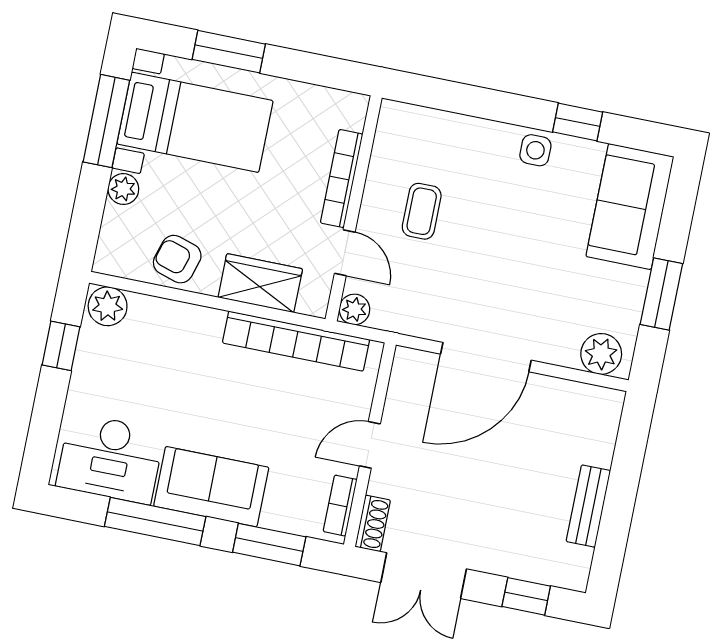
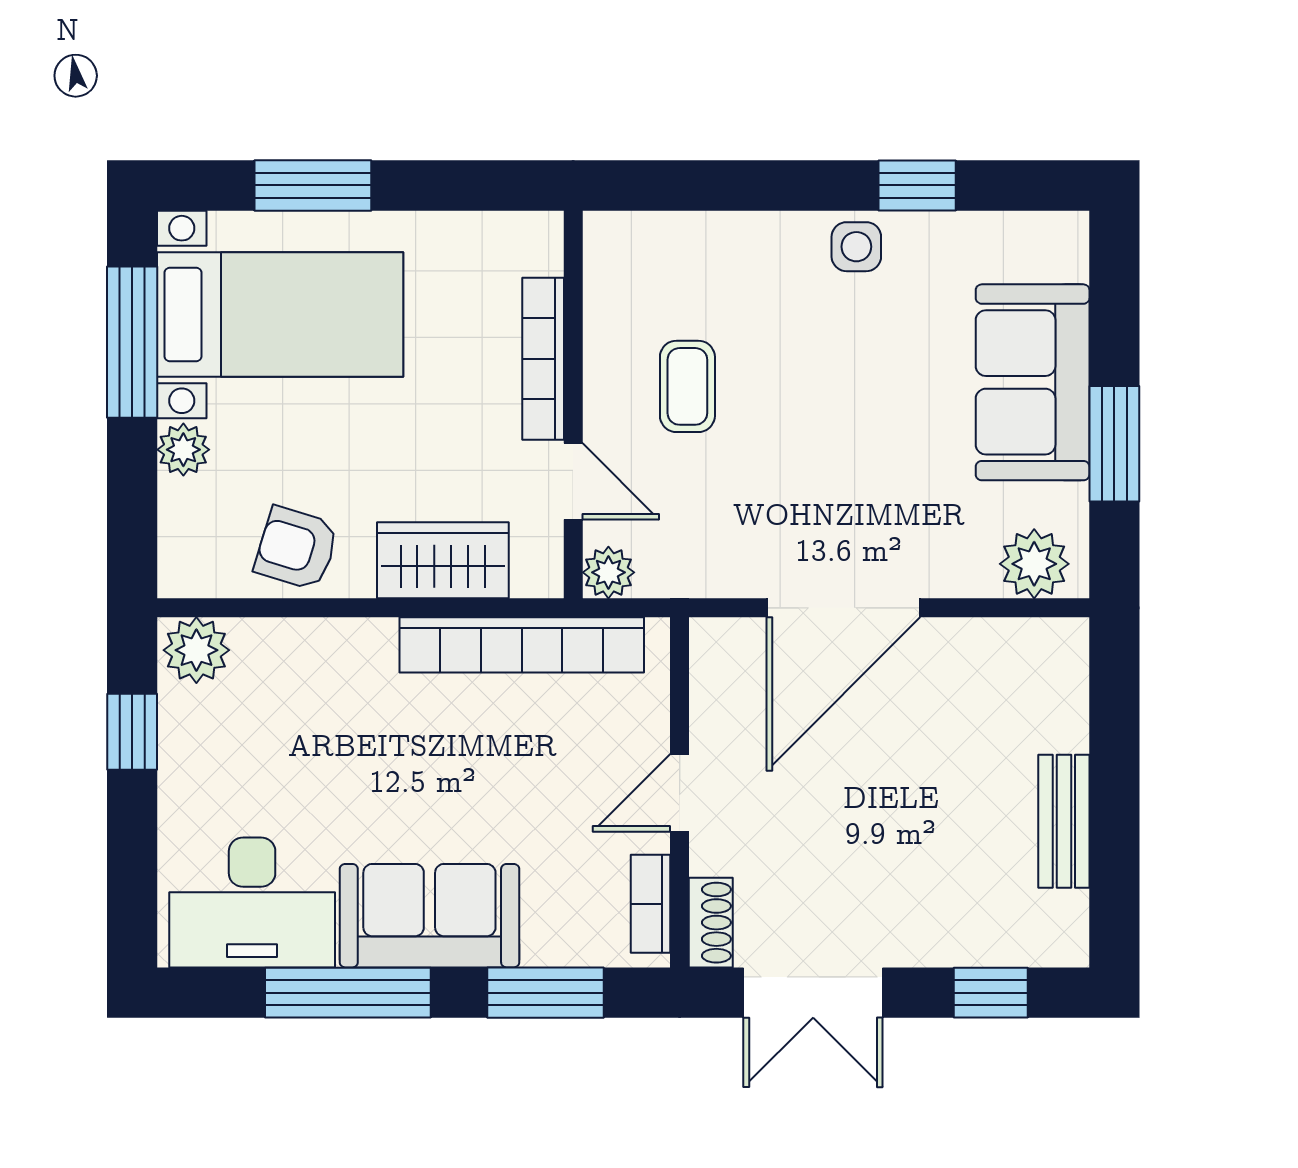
sofa: (630, 206) -> (1033, 382), moved

